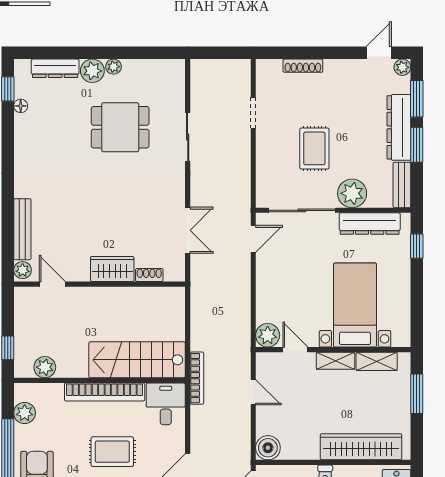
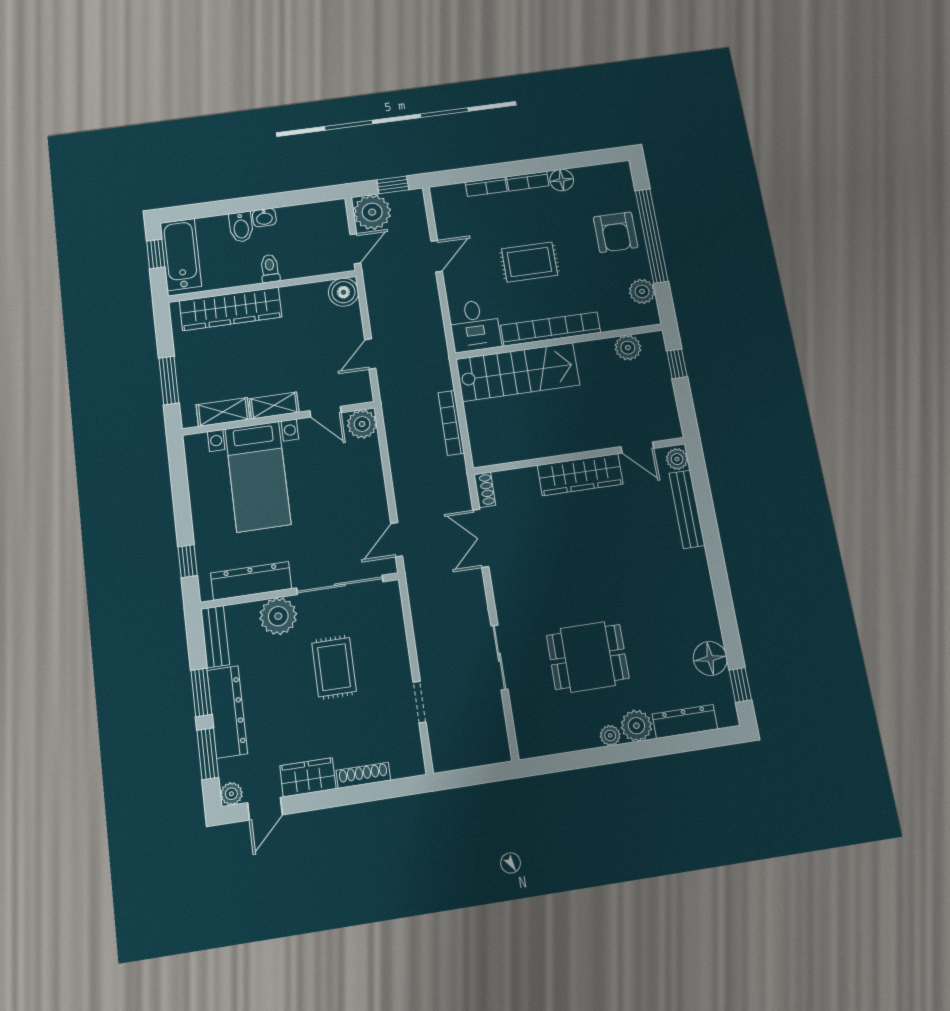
wardrobe: (344, 71) -> (308, 777), added
floor lamp: (21, 106) -> (710, 658), width x1.89, depth x1.89
wardrobe: (112, 269) -> (580, 475), width x1.50
shoe rack: (149, 275) -> (485, 490), moved, turned -90
bookcase: (197, 378) -> (451, 423), moved
door: (253, 392) -> (370, 354), hinge flipped

